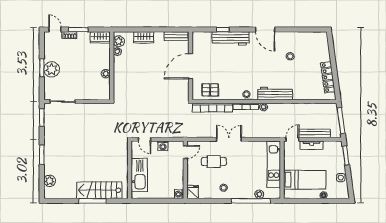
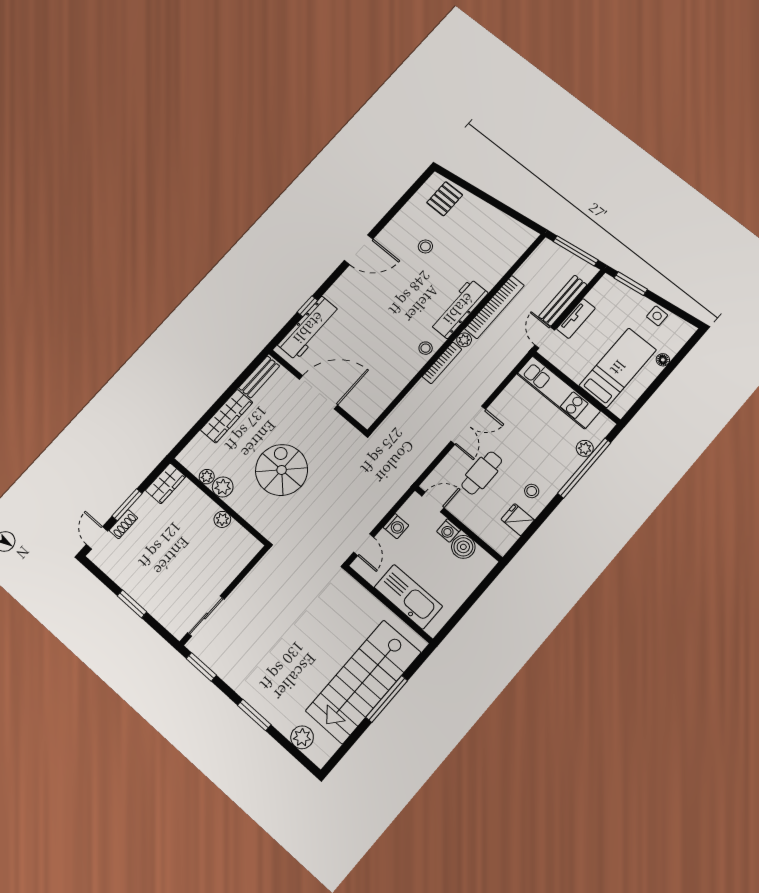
door: (55, 29) -> (97, 538), hinge flipped
wardrobe: (144, 37) -> (227, 416), width x1.50
workbench: (231, 38) -> (309, 328), moved
plant: (119, 41) -> (223, 487), moved
door: (191, 66) -> (318, 392), swing flipped
plant: (52, 69) -> (147, 592), removed
locker: (328, 77) -> (499, 220), removed
spiral stairs: (146, 80) -> (282, 470), added
pallet: (210, 90) -> (445, 199), moved
bookcase: (212, 108) -> (494, 307), moved
door: (144, 139) -> (364, 545), hinge flipped
double door: (229, 139) -> (468, 425), swing flipped
door: (185, 152) -> (433, 502), hinge flipped
boiler: (178, 180) -> (463, 547), added
stairs: (99, 190) -> (363, 682), width x1.36, depth x1.51
fridge: (193, 192) -> (518, 520), moved
washing machine: (179, 194) -> (449, 531), moved

